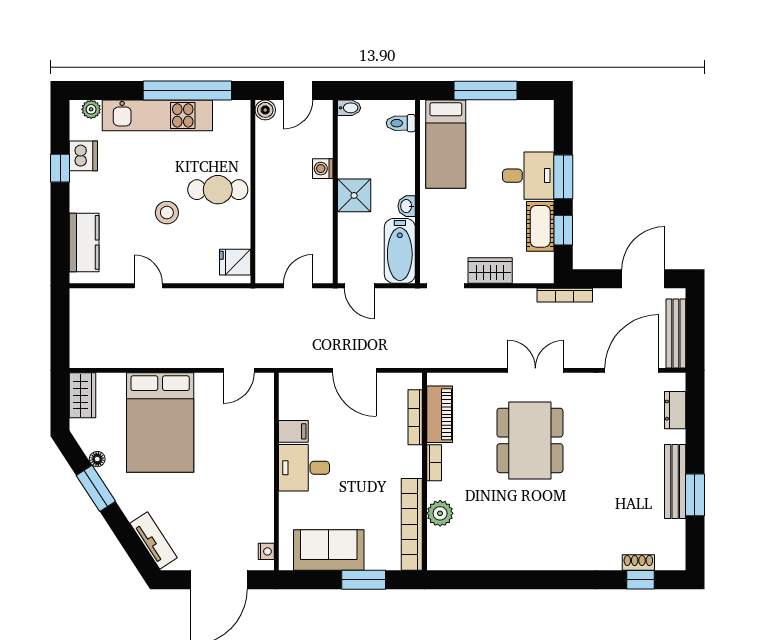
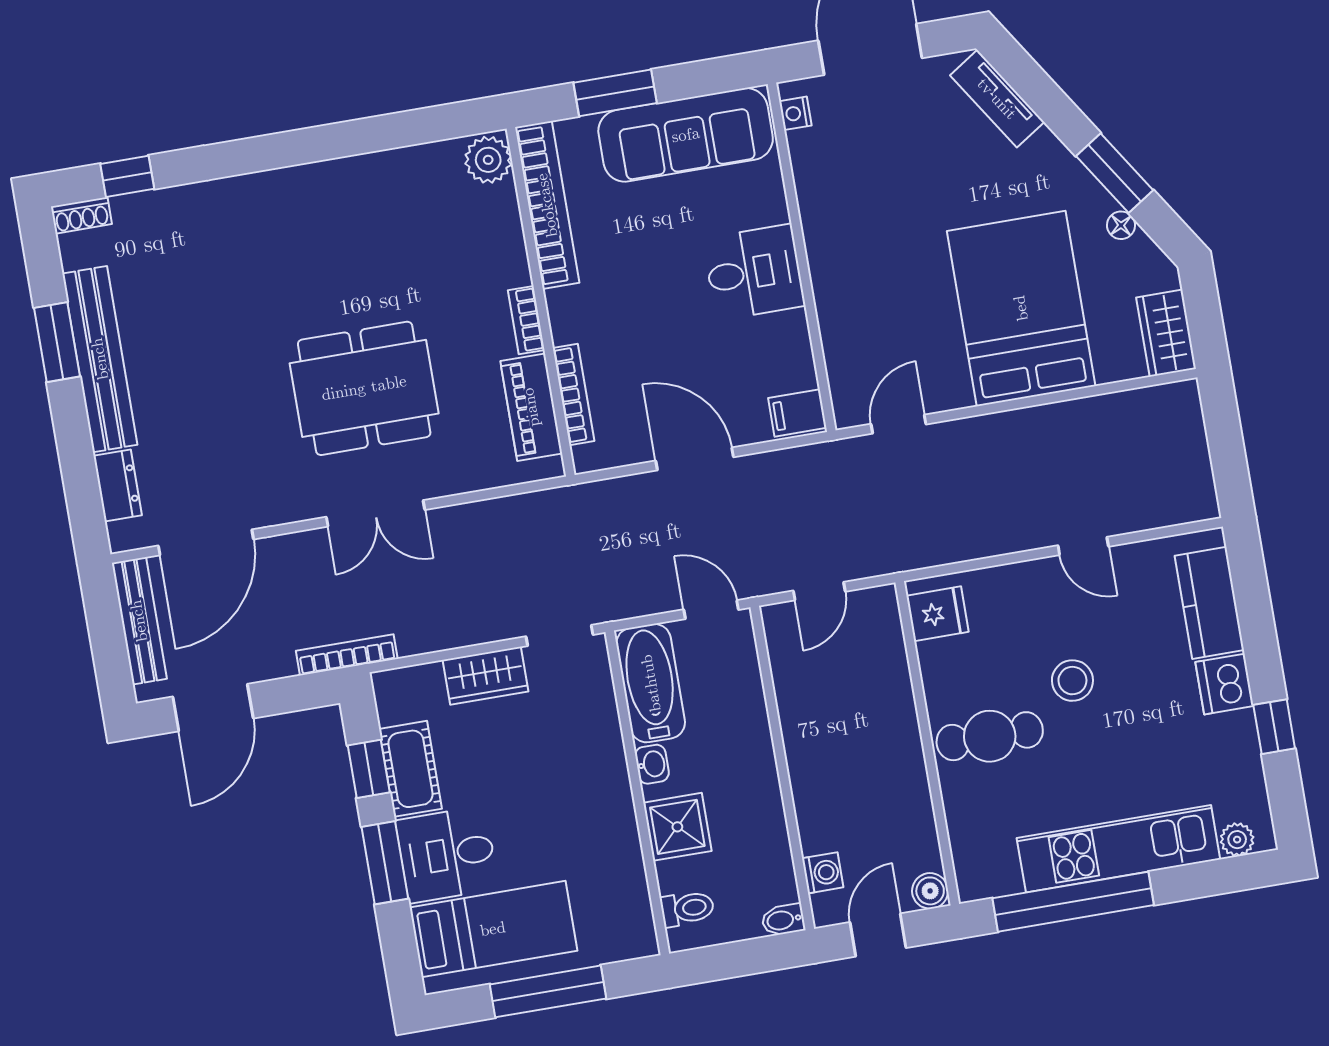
bed: (446, 144) -> (493, 929), moved, turned 90
dishwasher: (83, 156) -> (1225, 684), moved
washing machine: (323, 169) -> (823, 873), moved
shower: (354, 195) -> (677, 827), moved
filing cabinet: (293, 431) -> (797, 413), moved
dining table: (530, 440) -> (364, 388), turned 90
bench: (675, 481) -> (100, 359), width x1.37, depth x1.21
plant: (440, 513) -> (488, 160), moved
sofa: (329, 550) -> (686, 135), width x1.36
shoe rack: (638, 562) -> (81, 215), moved

